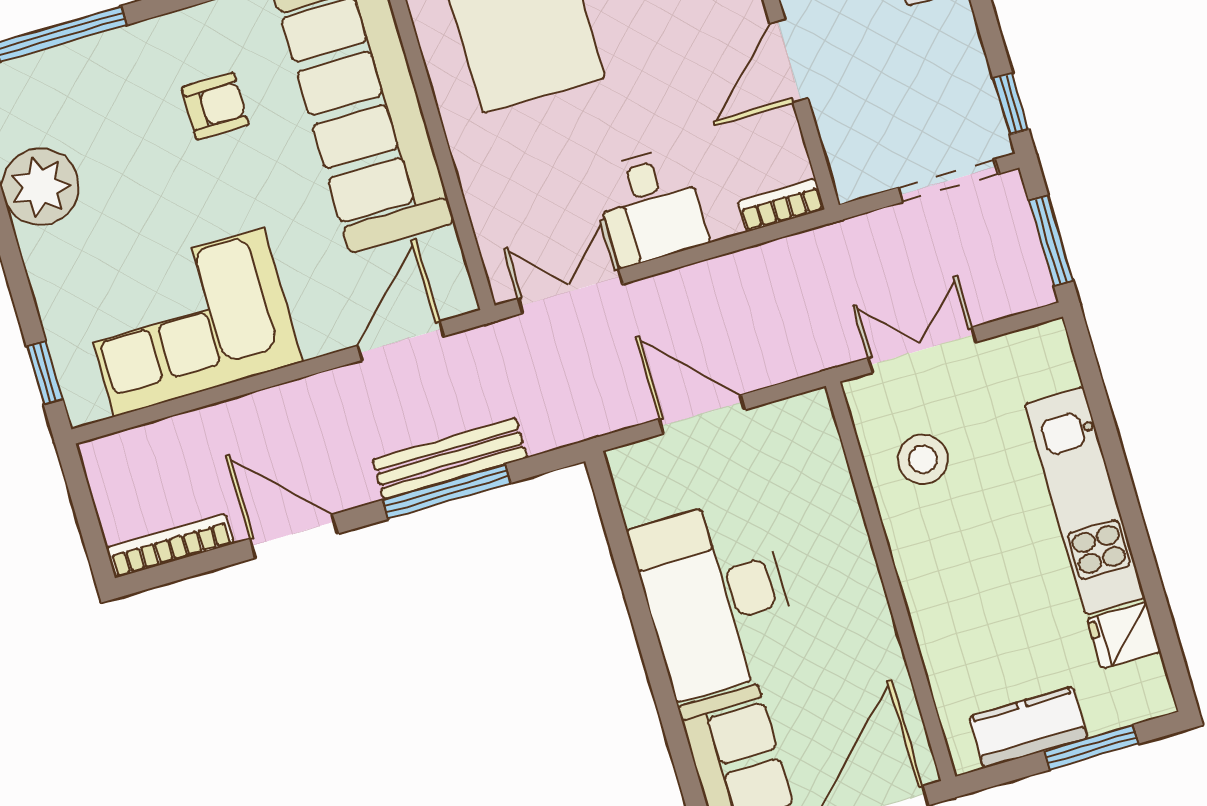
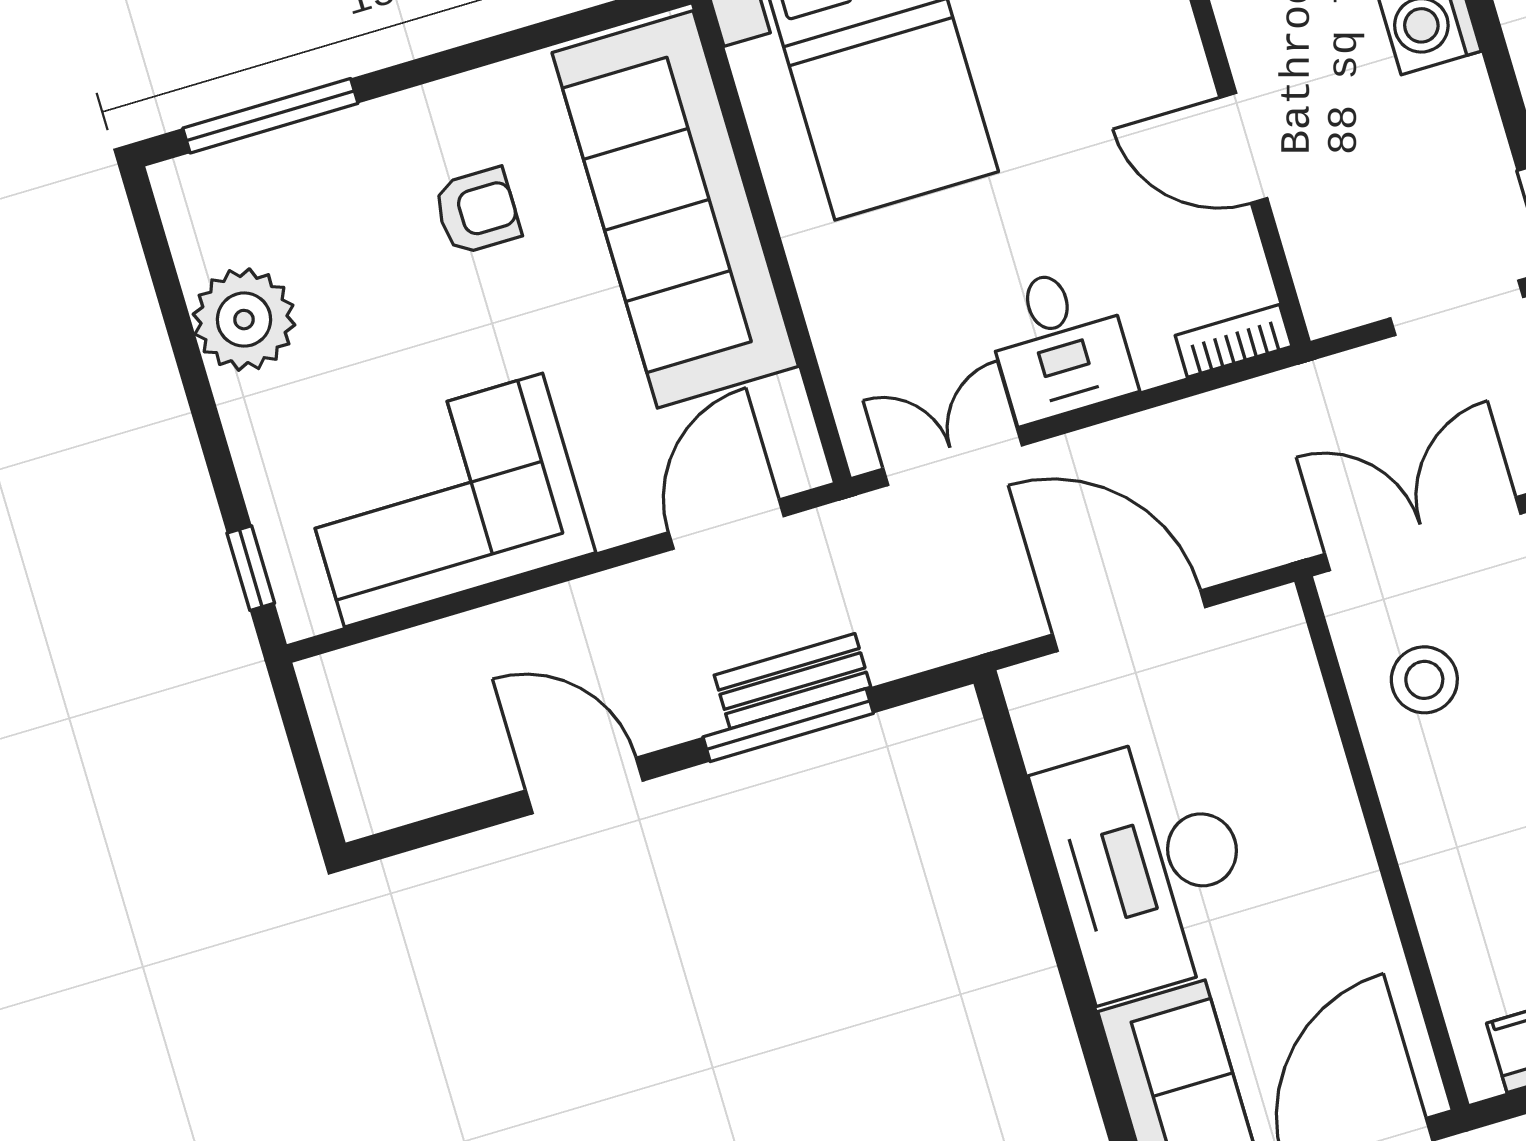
door: (789, 61) -> (1243, 148), hinge flipped
double door: (922, 350) -> (1423, 534), width x1.37
door: (702, 414) -> (1129, 621), width x1.36
bench: (450, 459) -> (792, 681), width x0.73
bookcase: (170, 546) -> (419, 799), removed

